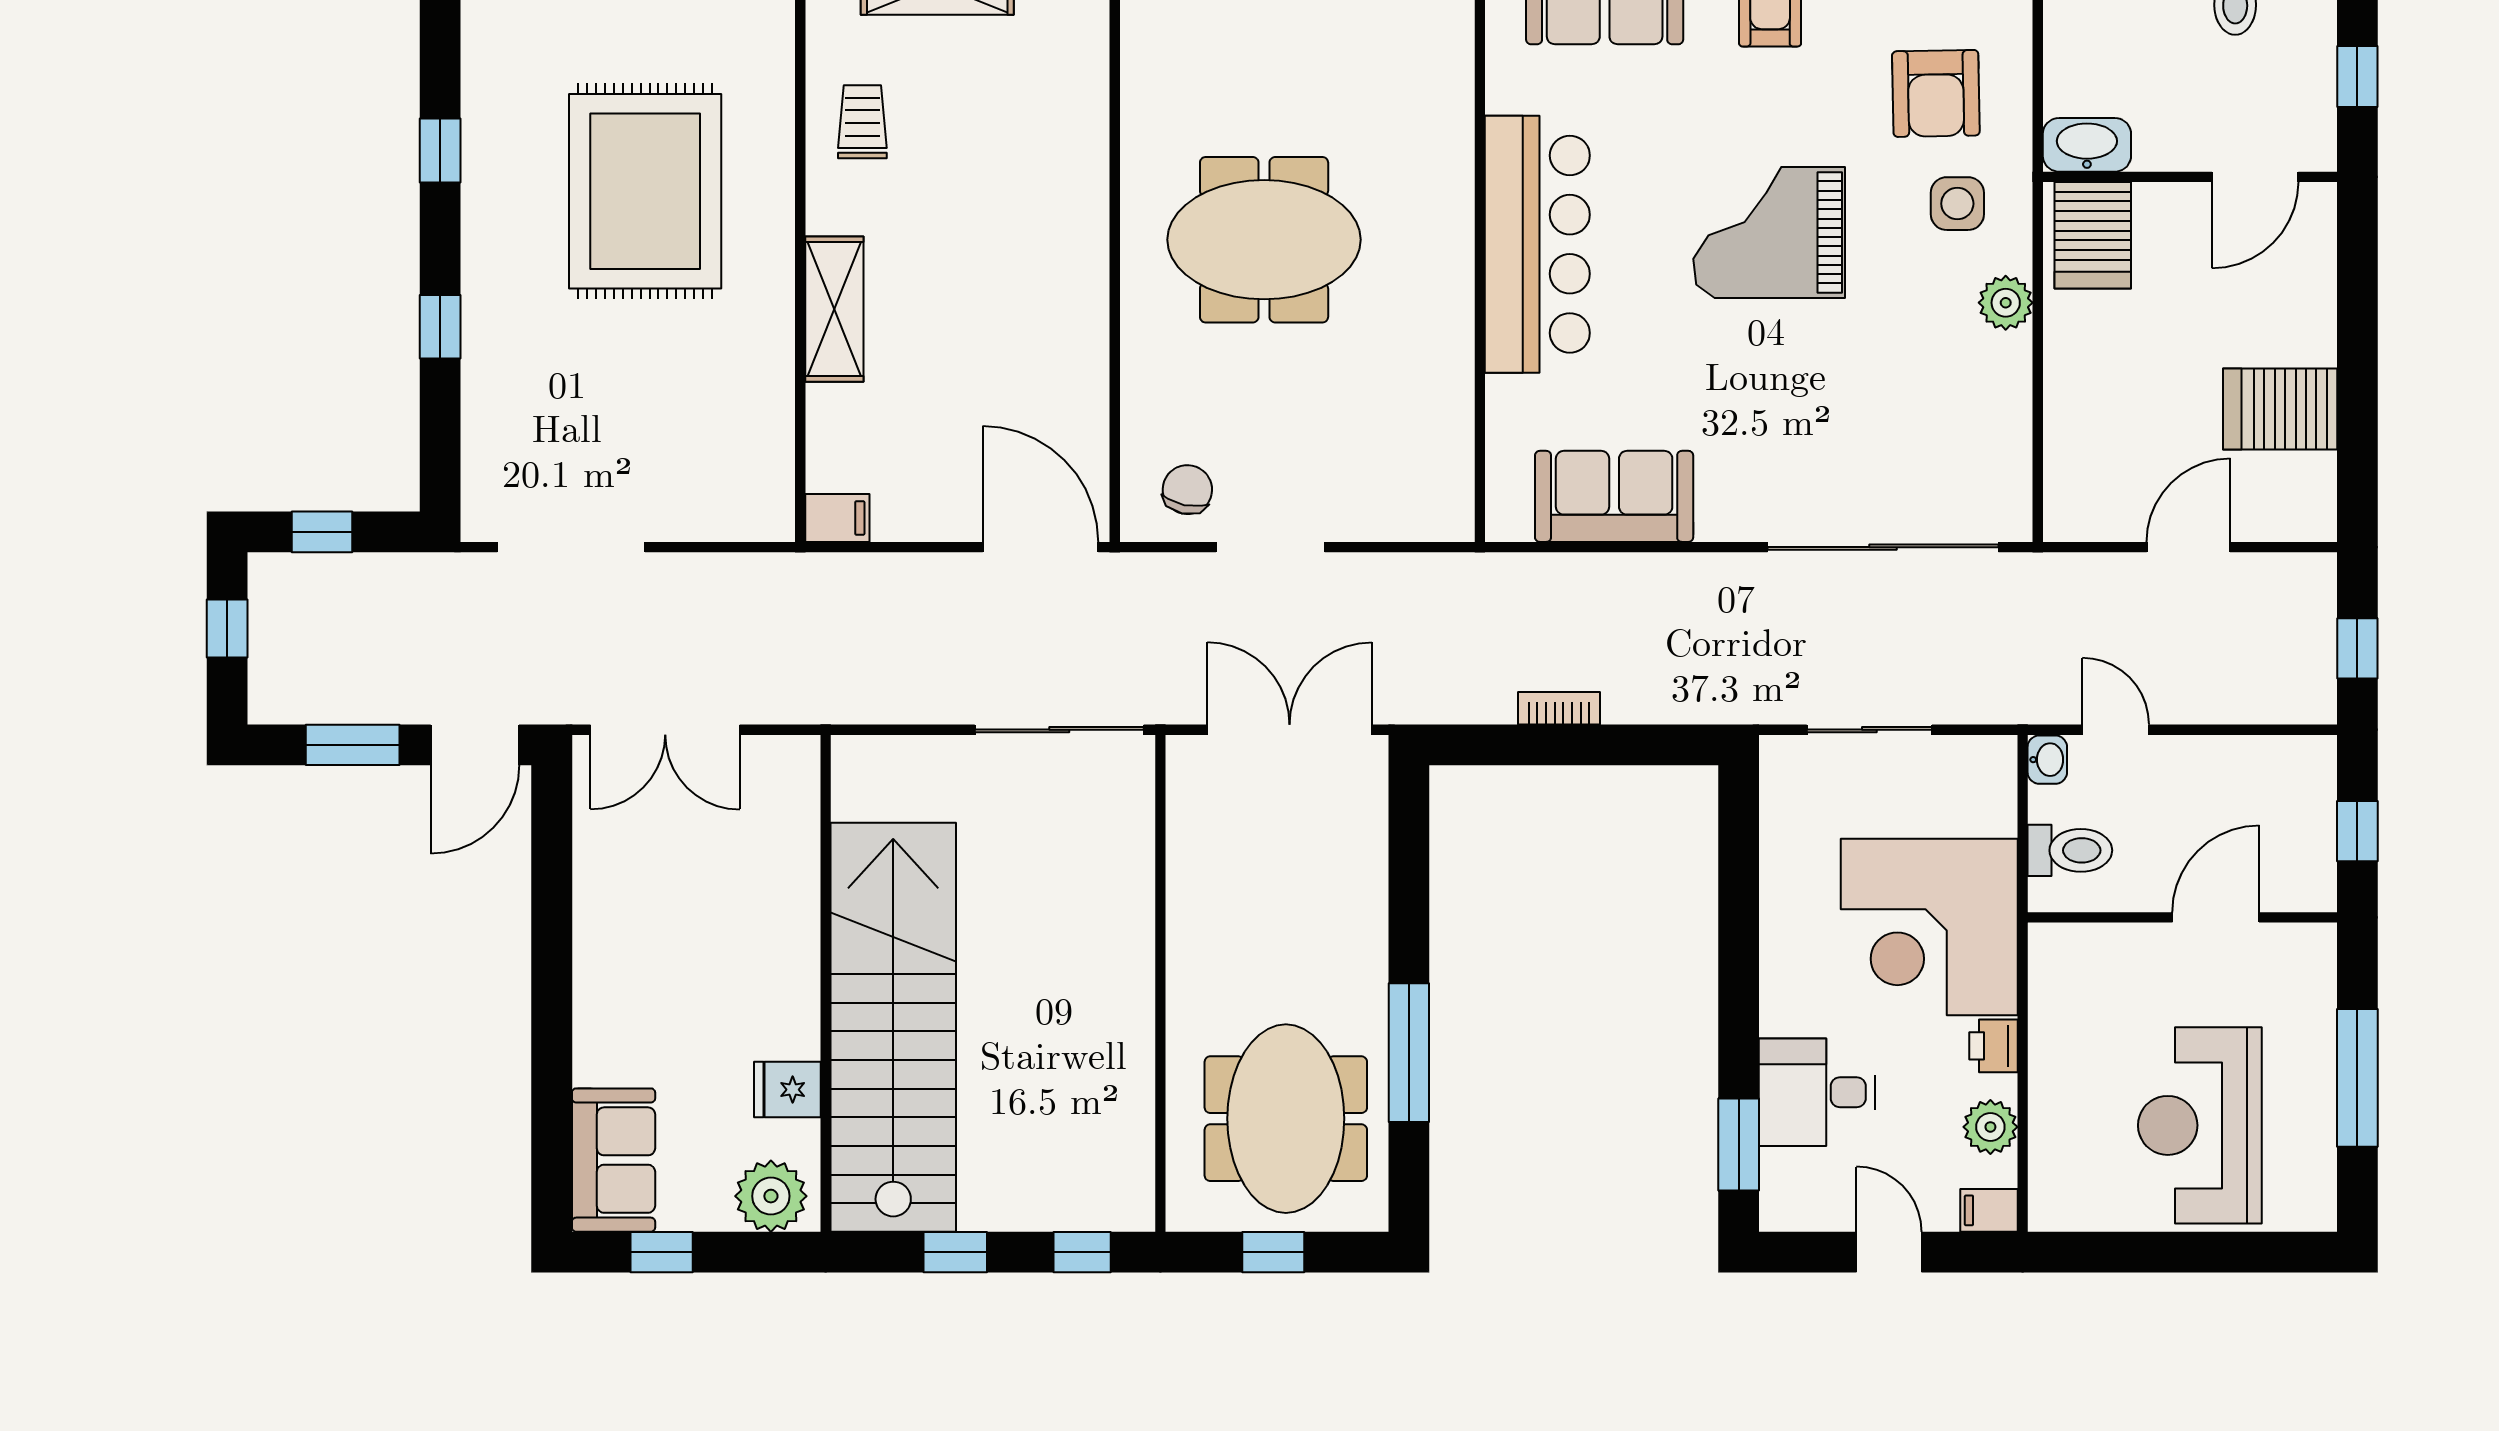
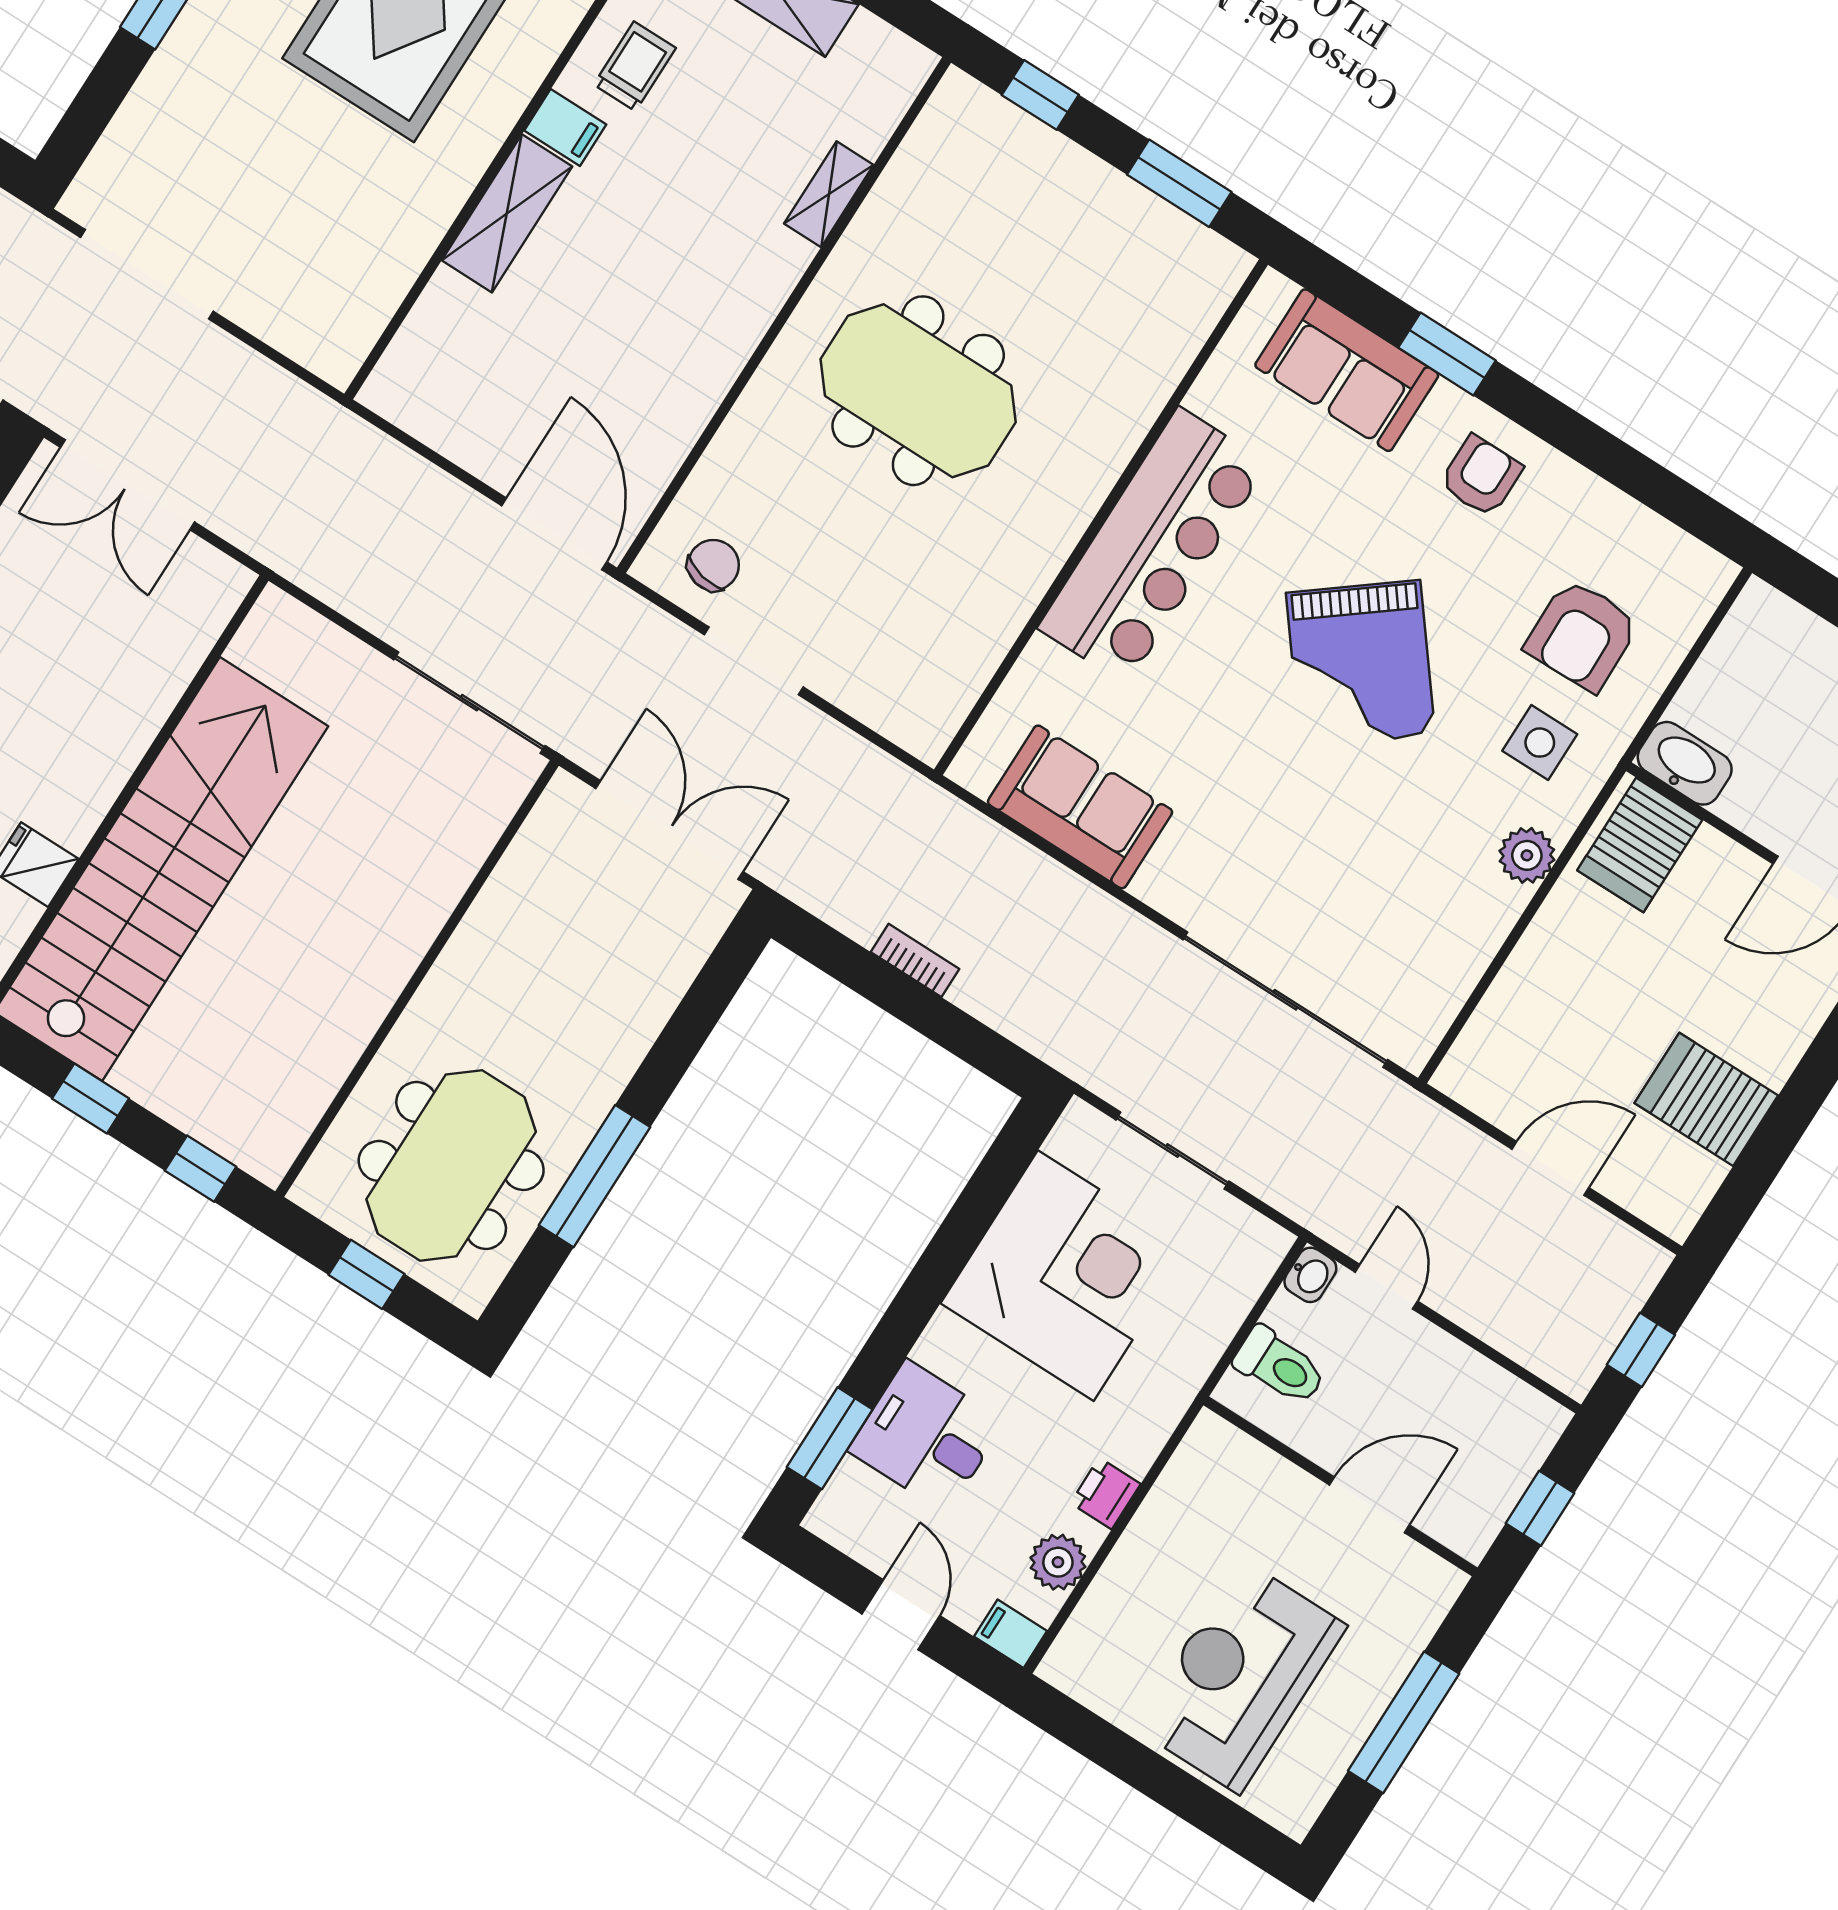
shelving: (1088, 125) -> (829, 194), added
grand piano: (1769, 232) -> (1360, 664), turned -128
filing cabinet: (837, 518) -> (565, 128), moved
corner desk: (1929, 927) -> (1066, 1276), moved, turned 180

